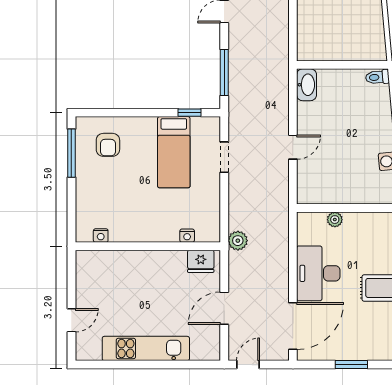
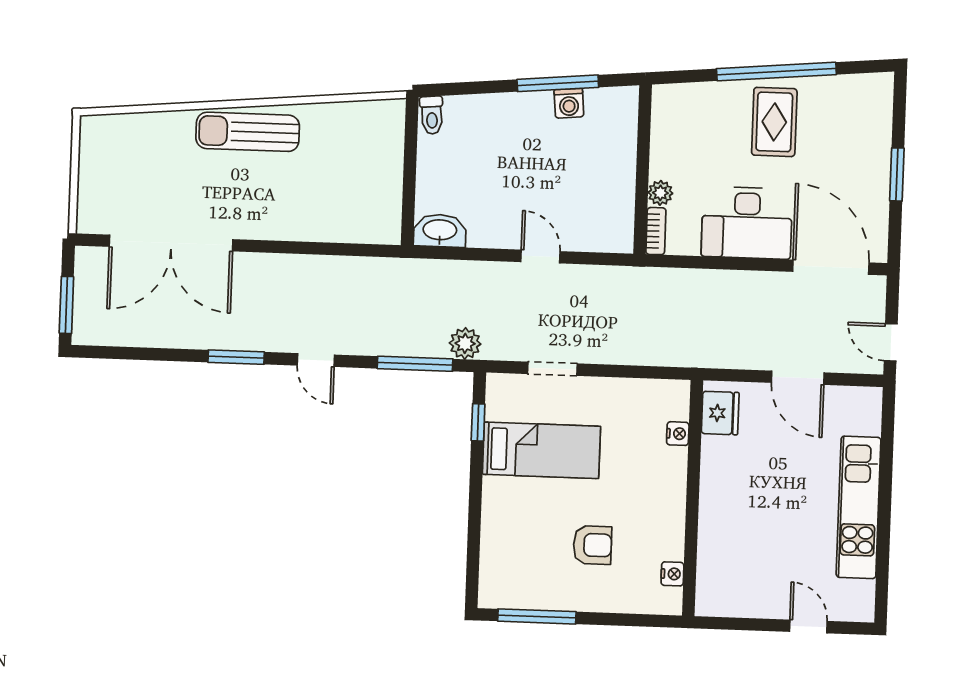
armchair: (108, 145) -> (592, 545), moved
bookcase: (311, 218) -> (656, 231), added
plant: (238, 241) -> (465, 343), moved

